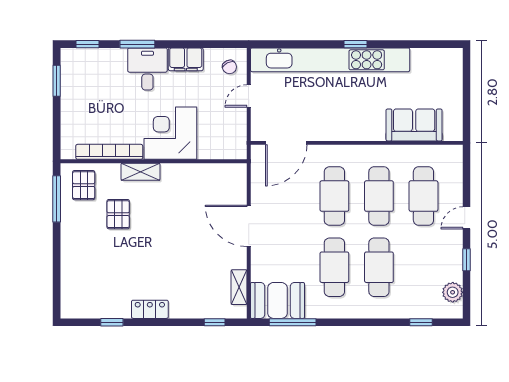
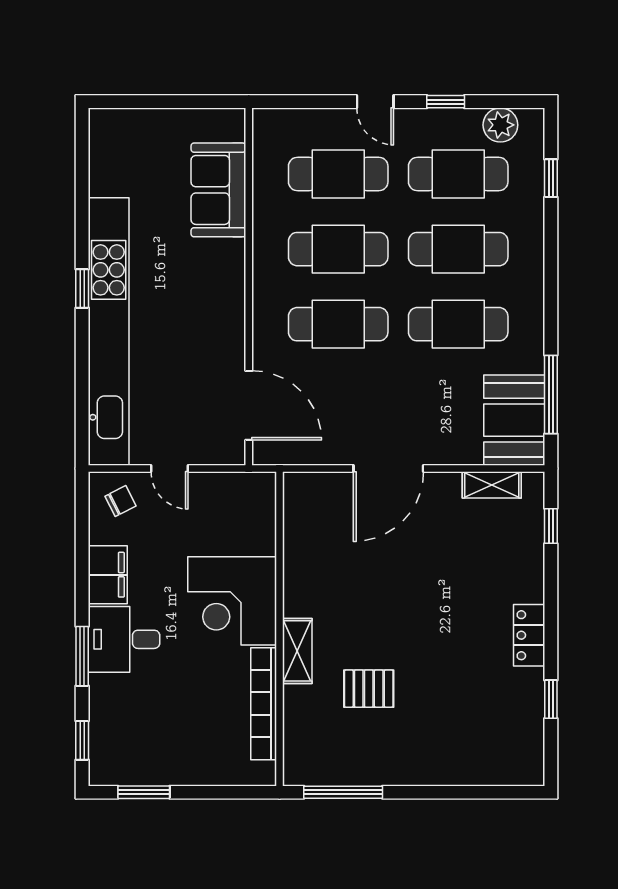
pallet: (84, 185) -> (320, 747), removed
cafe table: (423, 267) -> (458, 174), added

